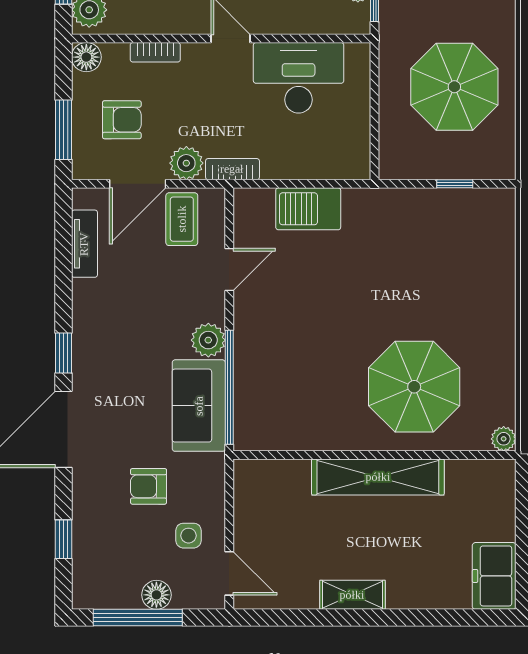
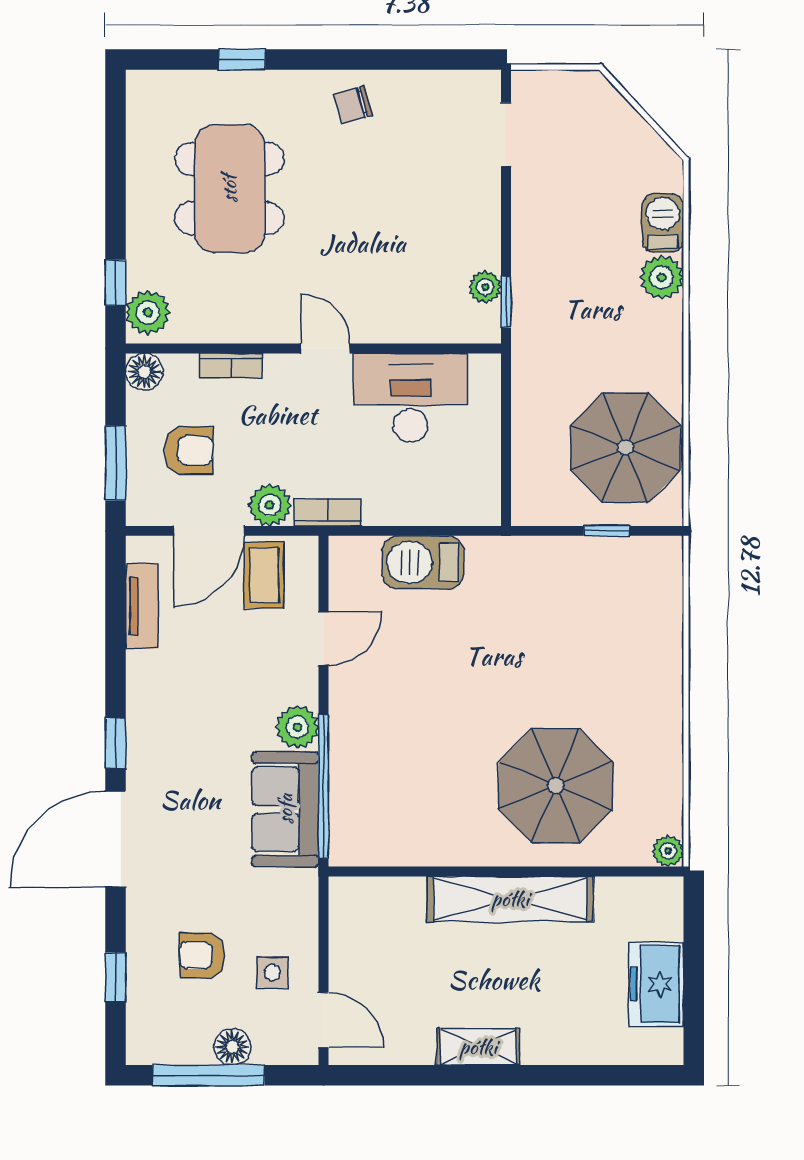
parasol: (454, 87) -> (625, 448), moved
armchair: (149, 486) -> (202, 955), moved
freezer: (494, 576) -> (656, 984), moved

